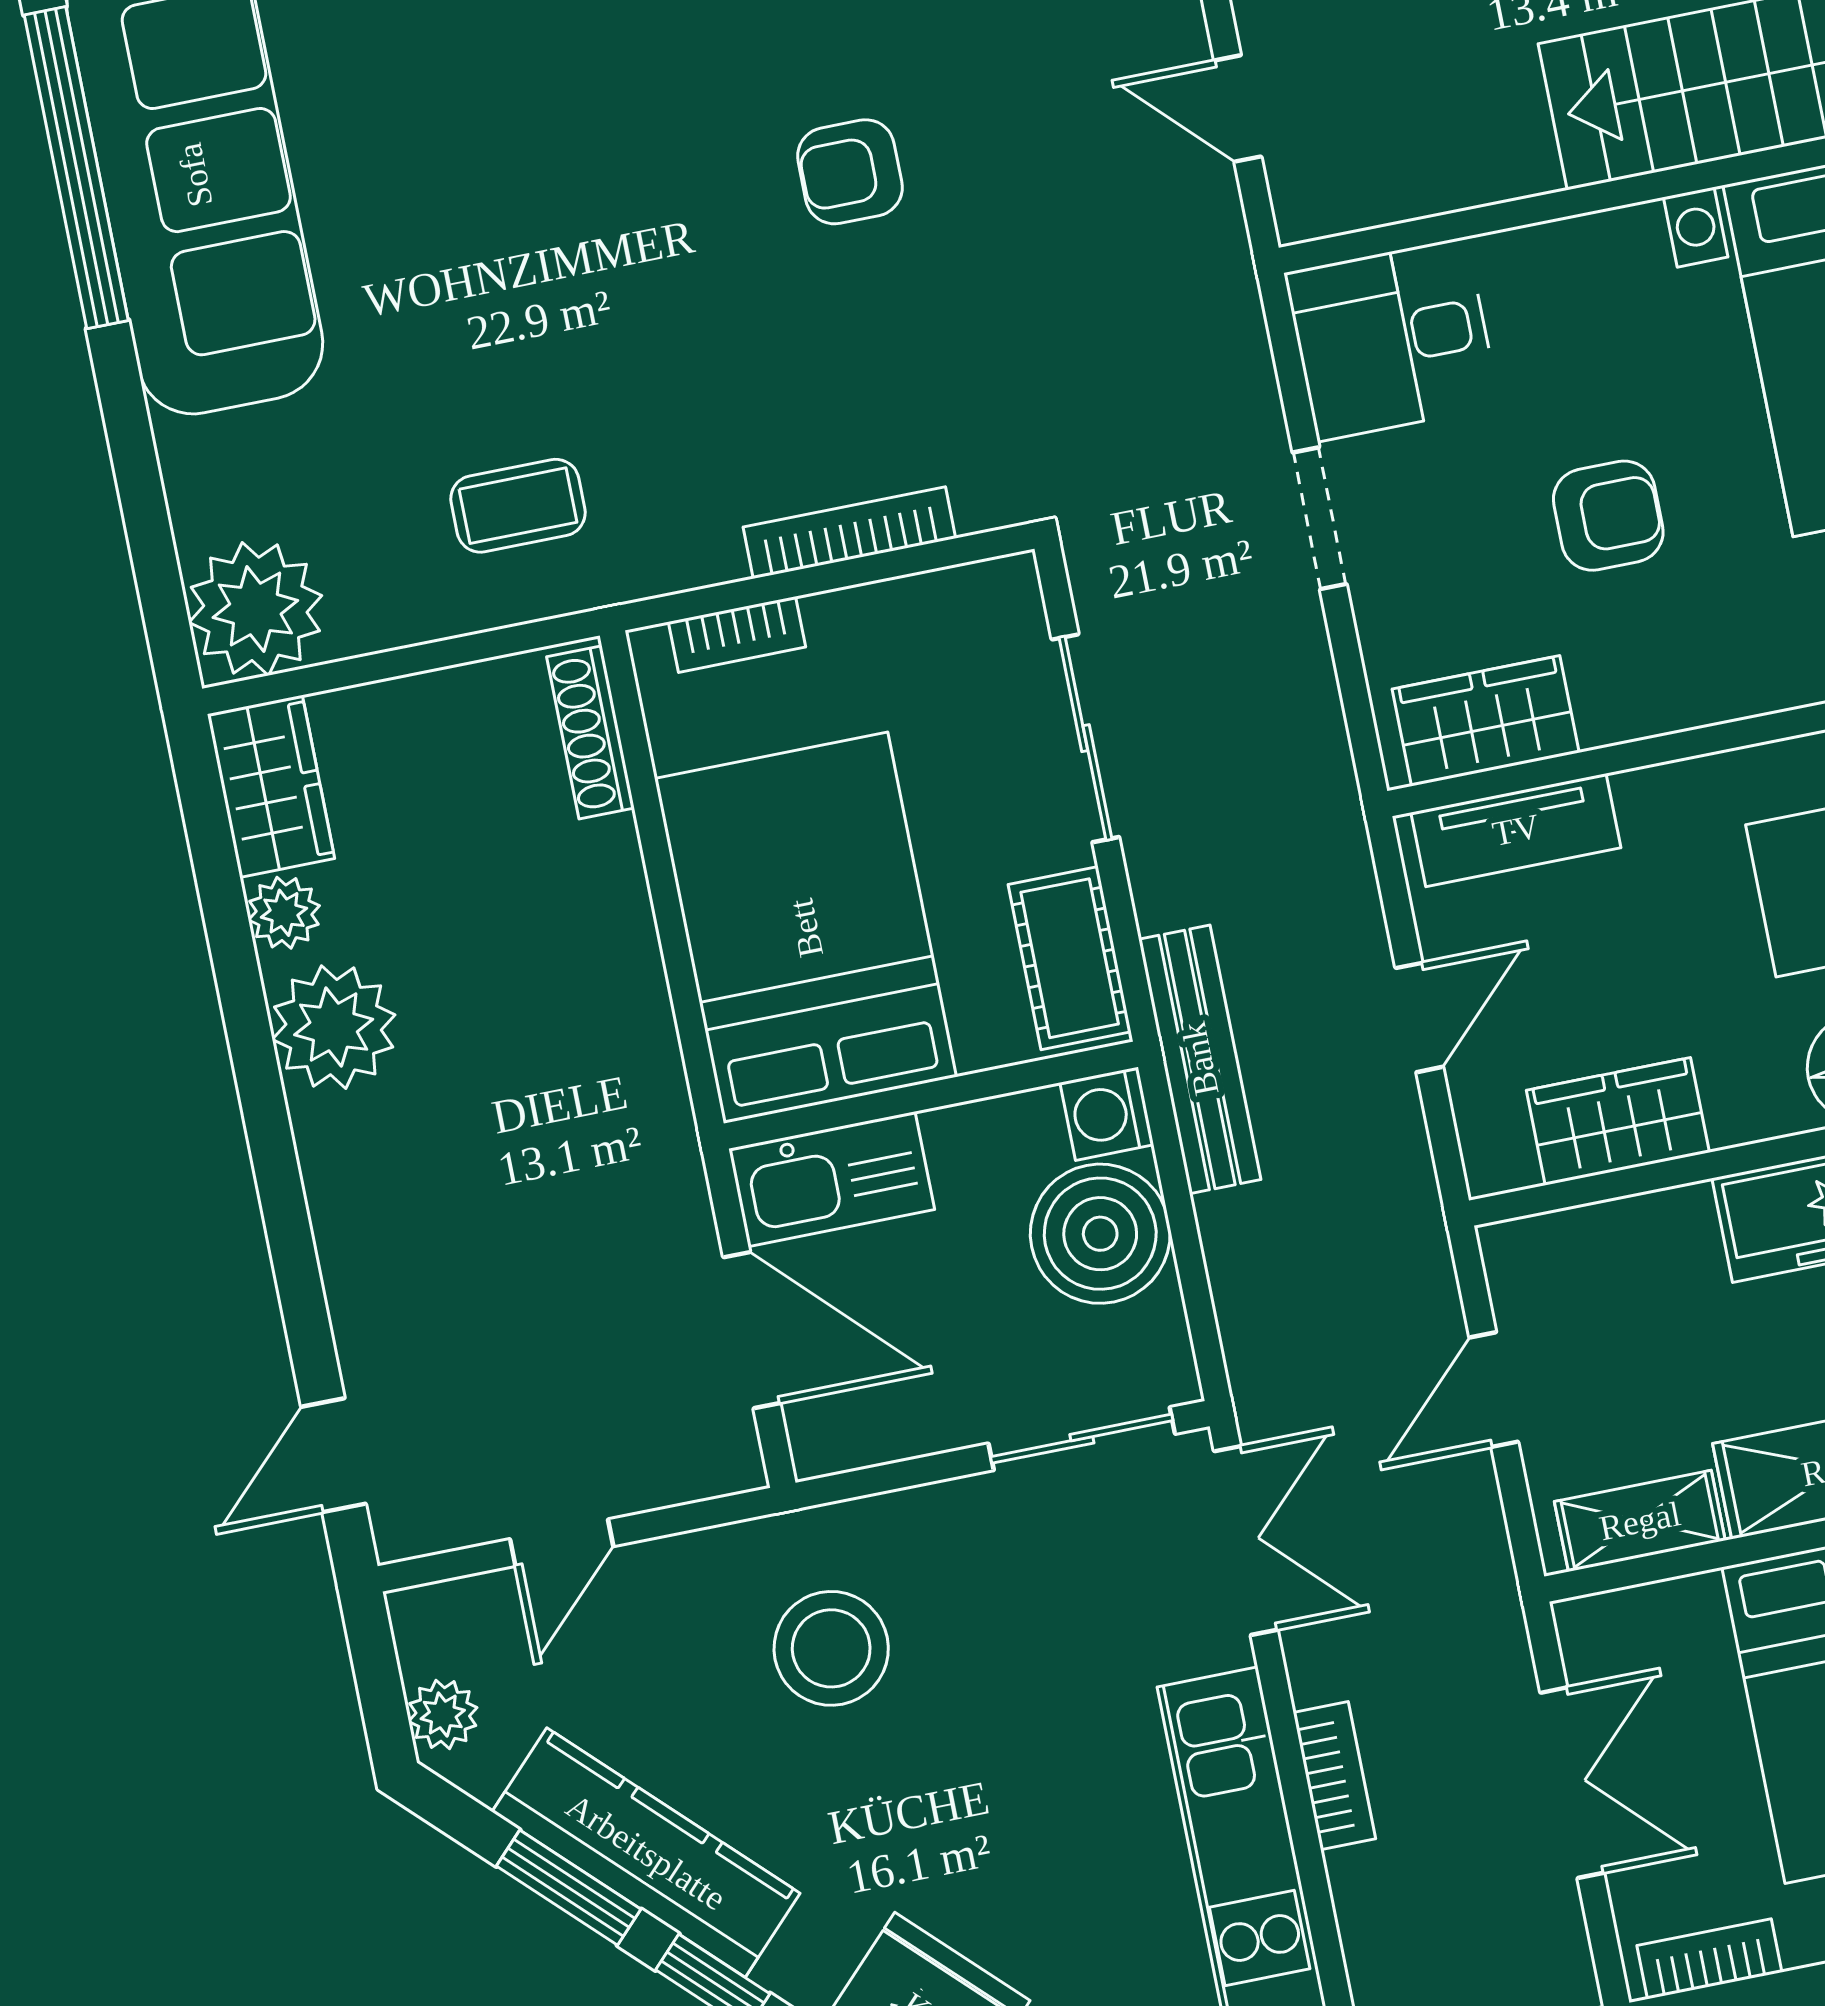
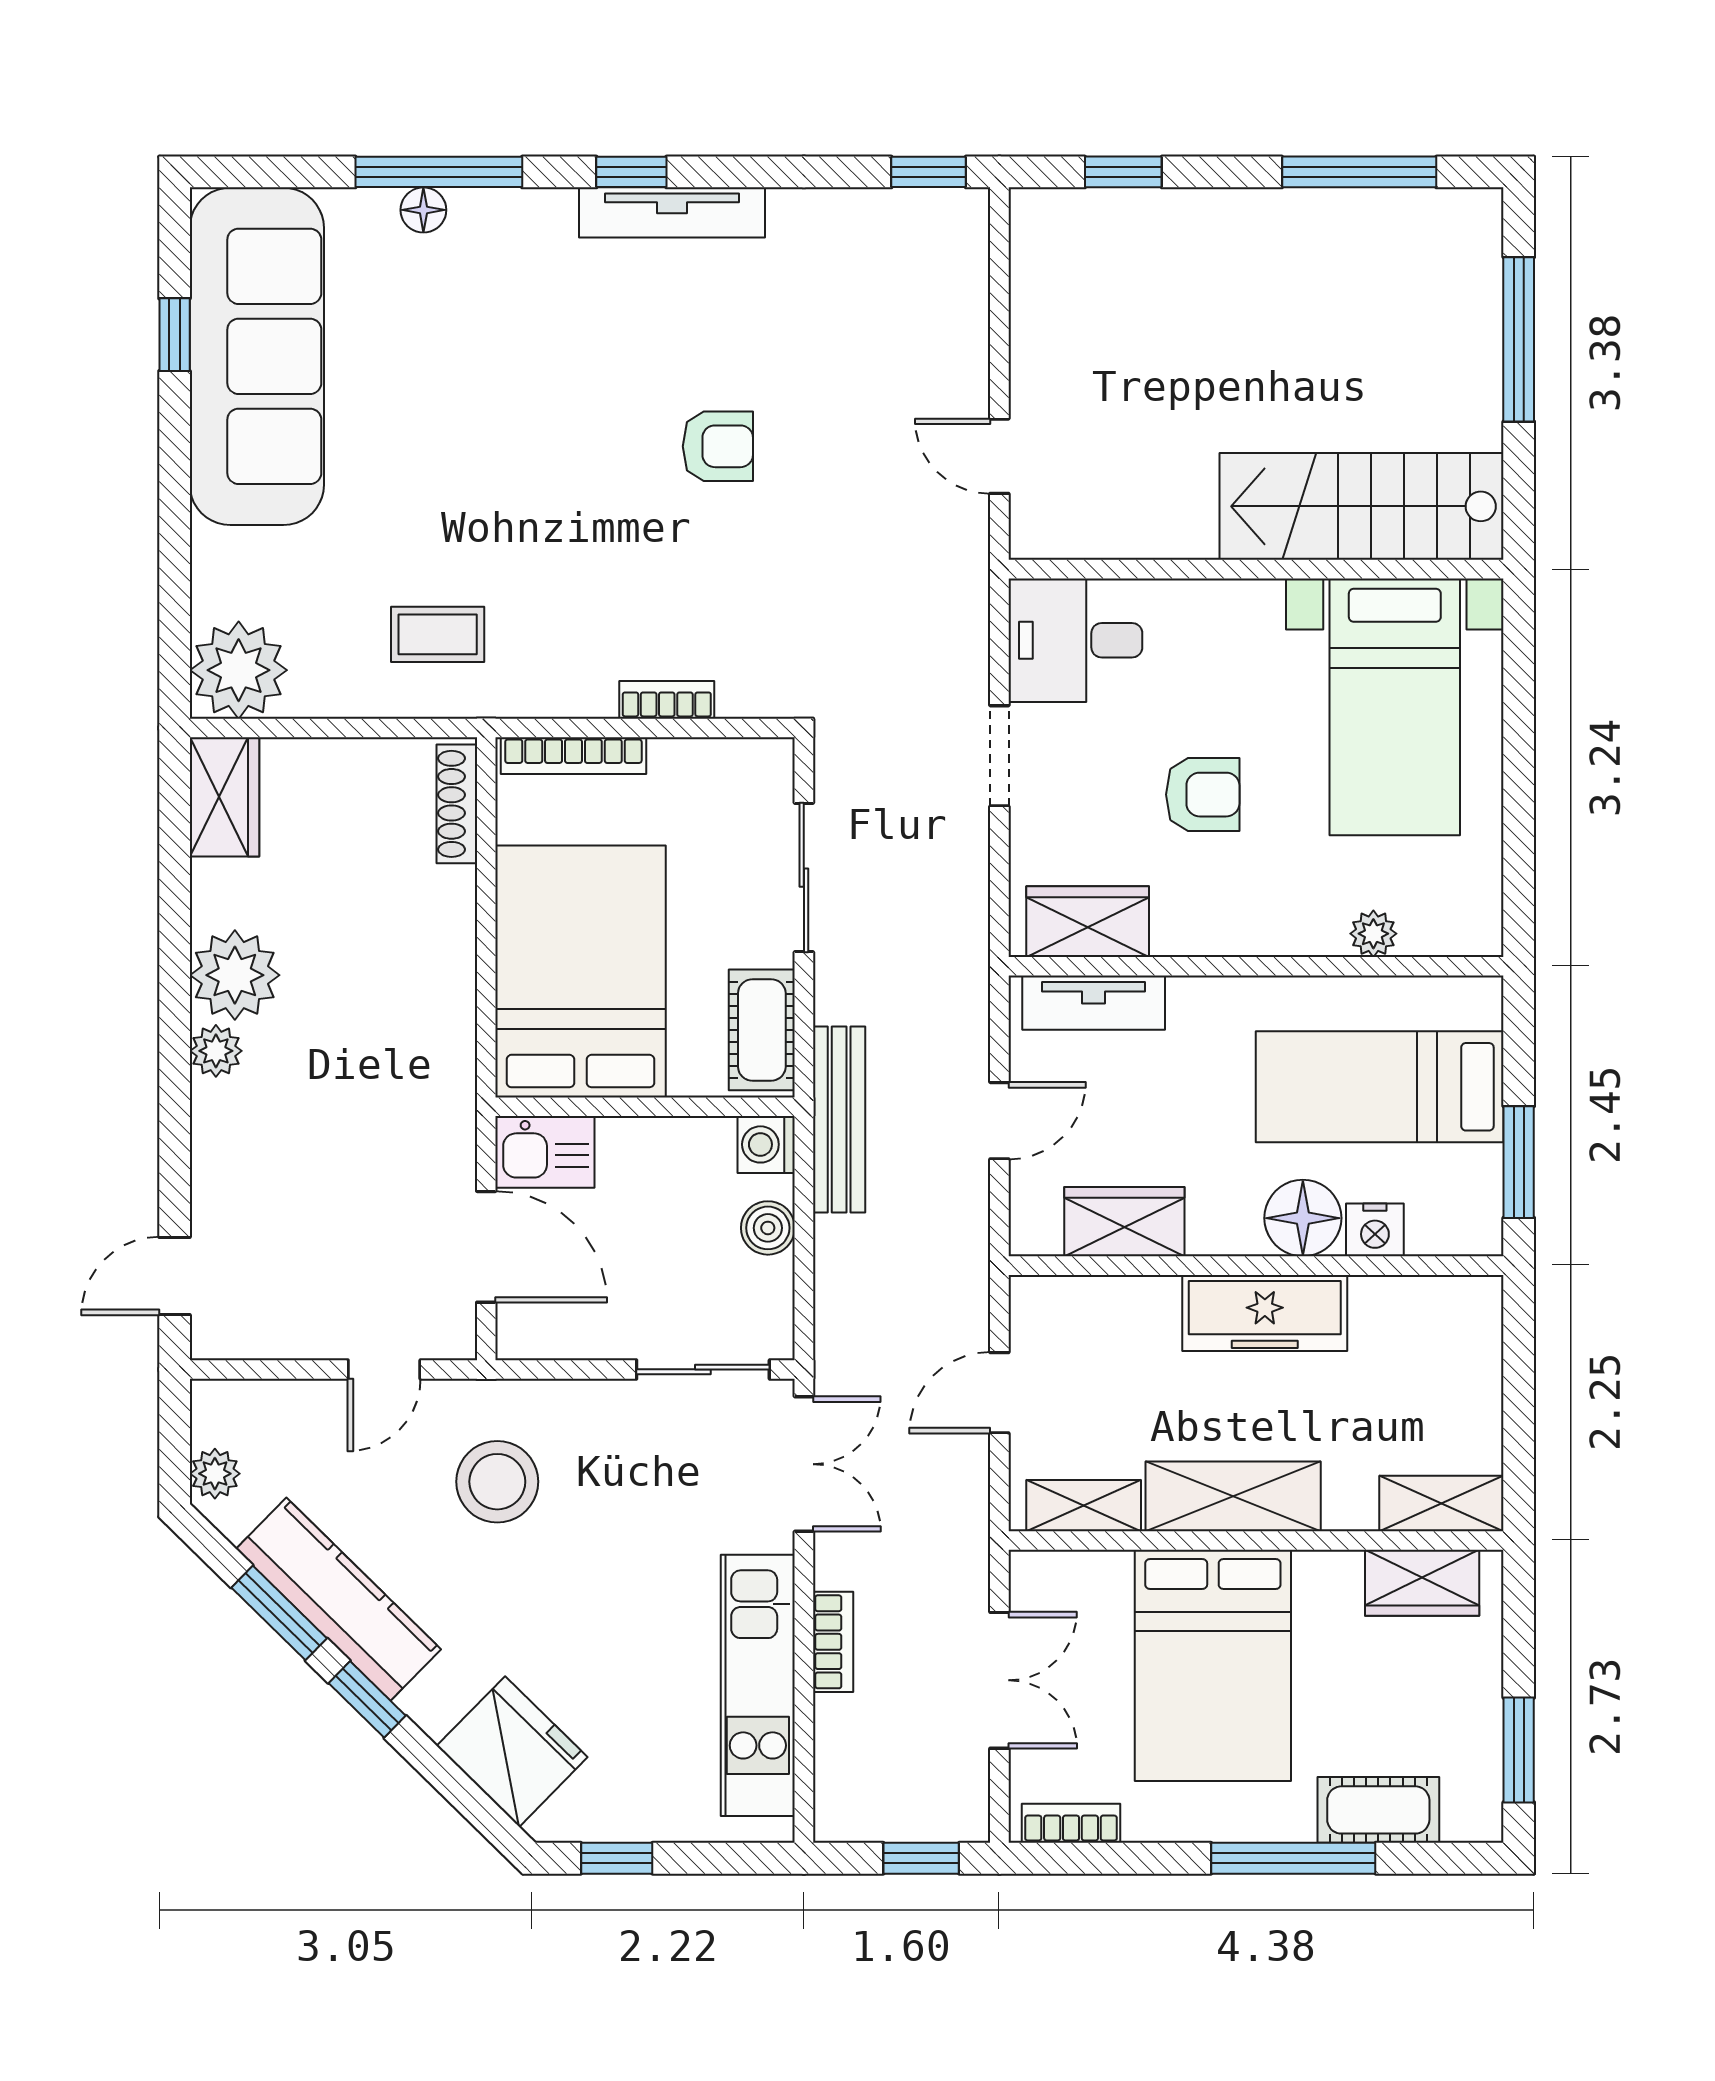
window: (76, 168) -> (175, 335), width x0.32
armchair: (850, 172) -> (718, 446), turned 180
bookcase: (849, 533) -> (667, 700), width x0.64
bookcase: (737, 634) -> (573, 756), width x1.56
plant: (284, 913) -> (216, 1051), moved
kitchen sink: (832, 1179) -> (545, 1152), width x0.73
boiler: (1100, 1234) -> (768, 1228), width x0.54, depth x0.54
door: (562, 1543) -> (384, 1369), moved

